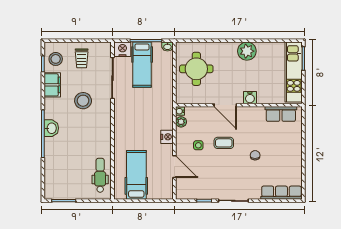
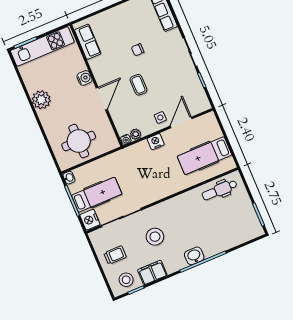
side table: (198, 145) -> (160, 117), moved

